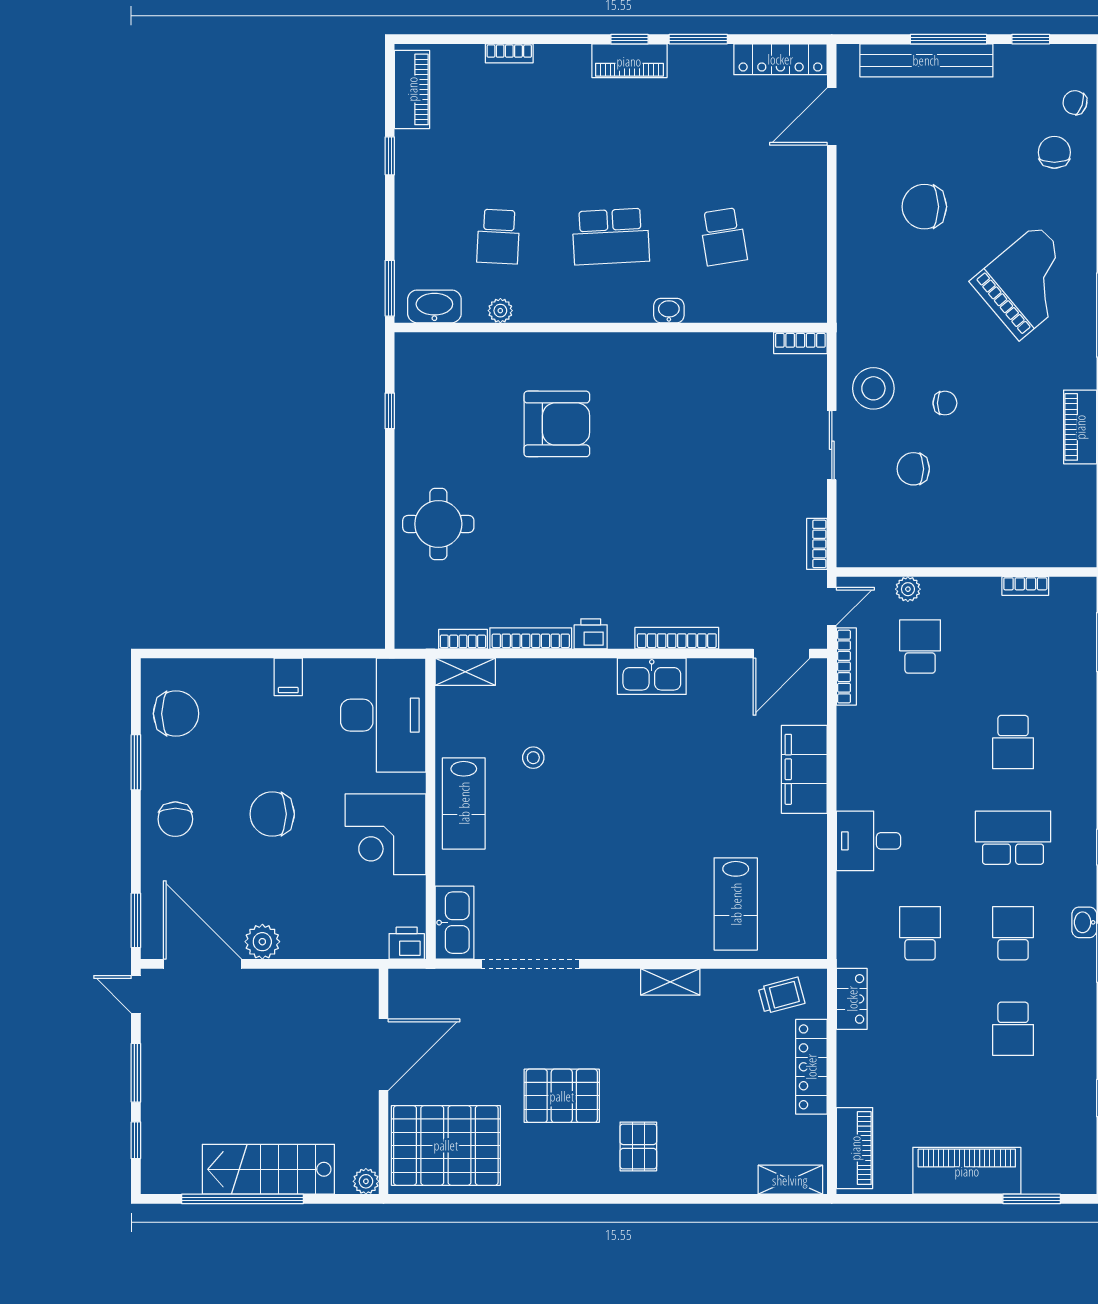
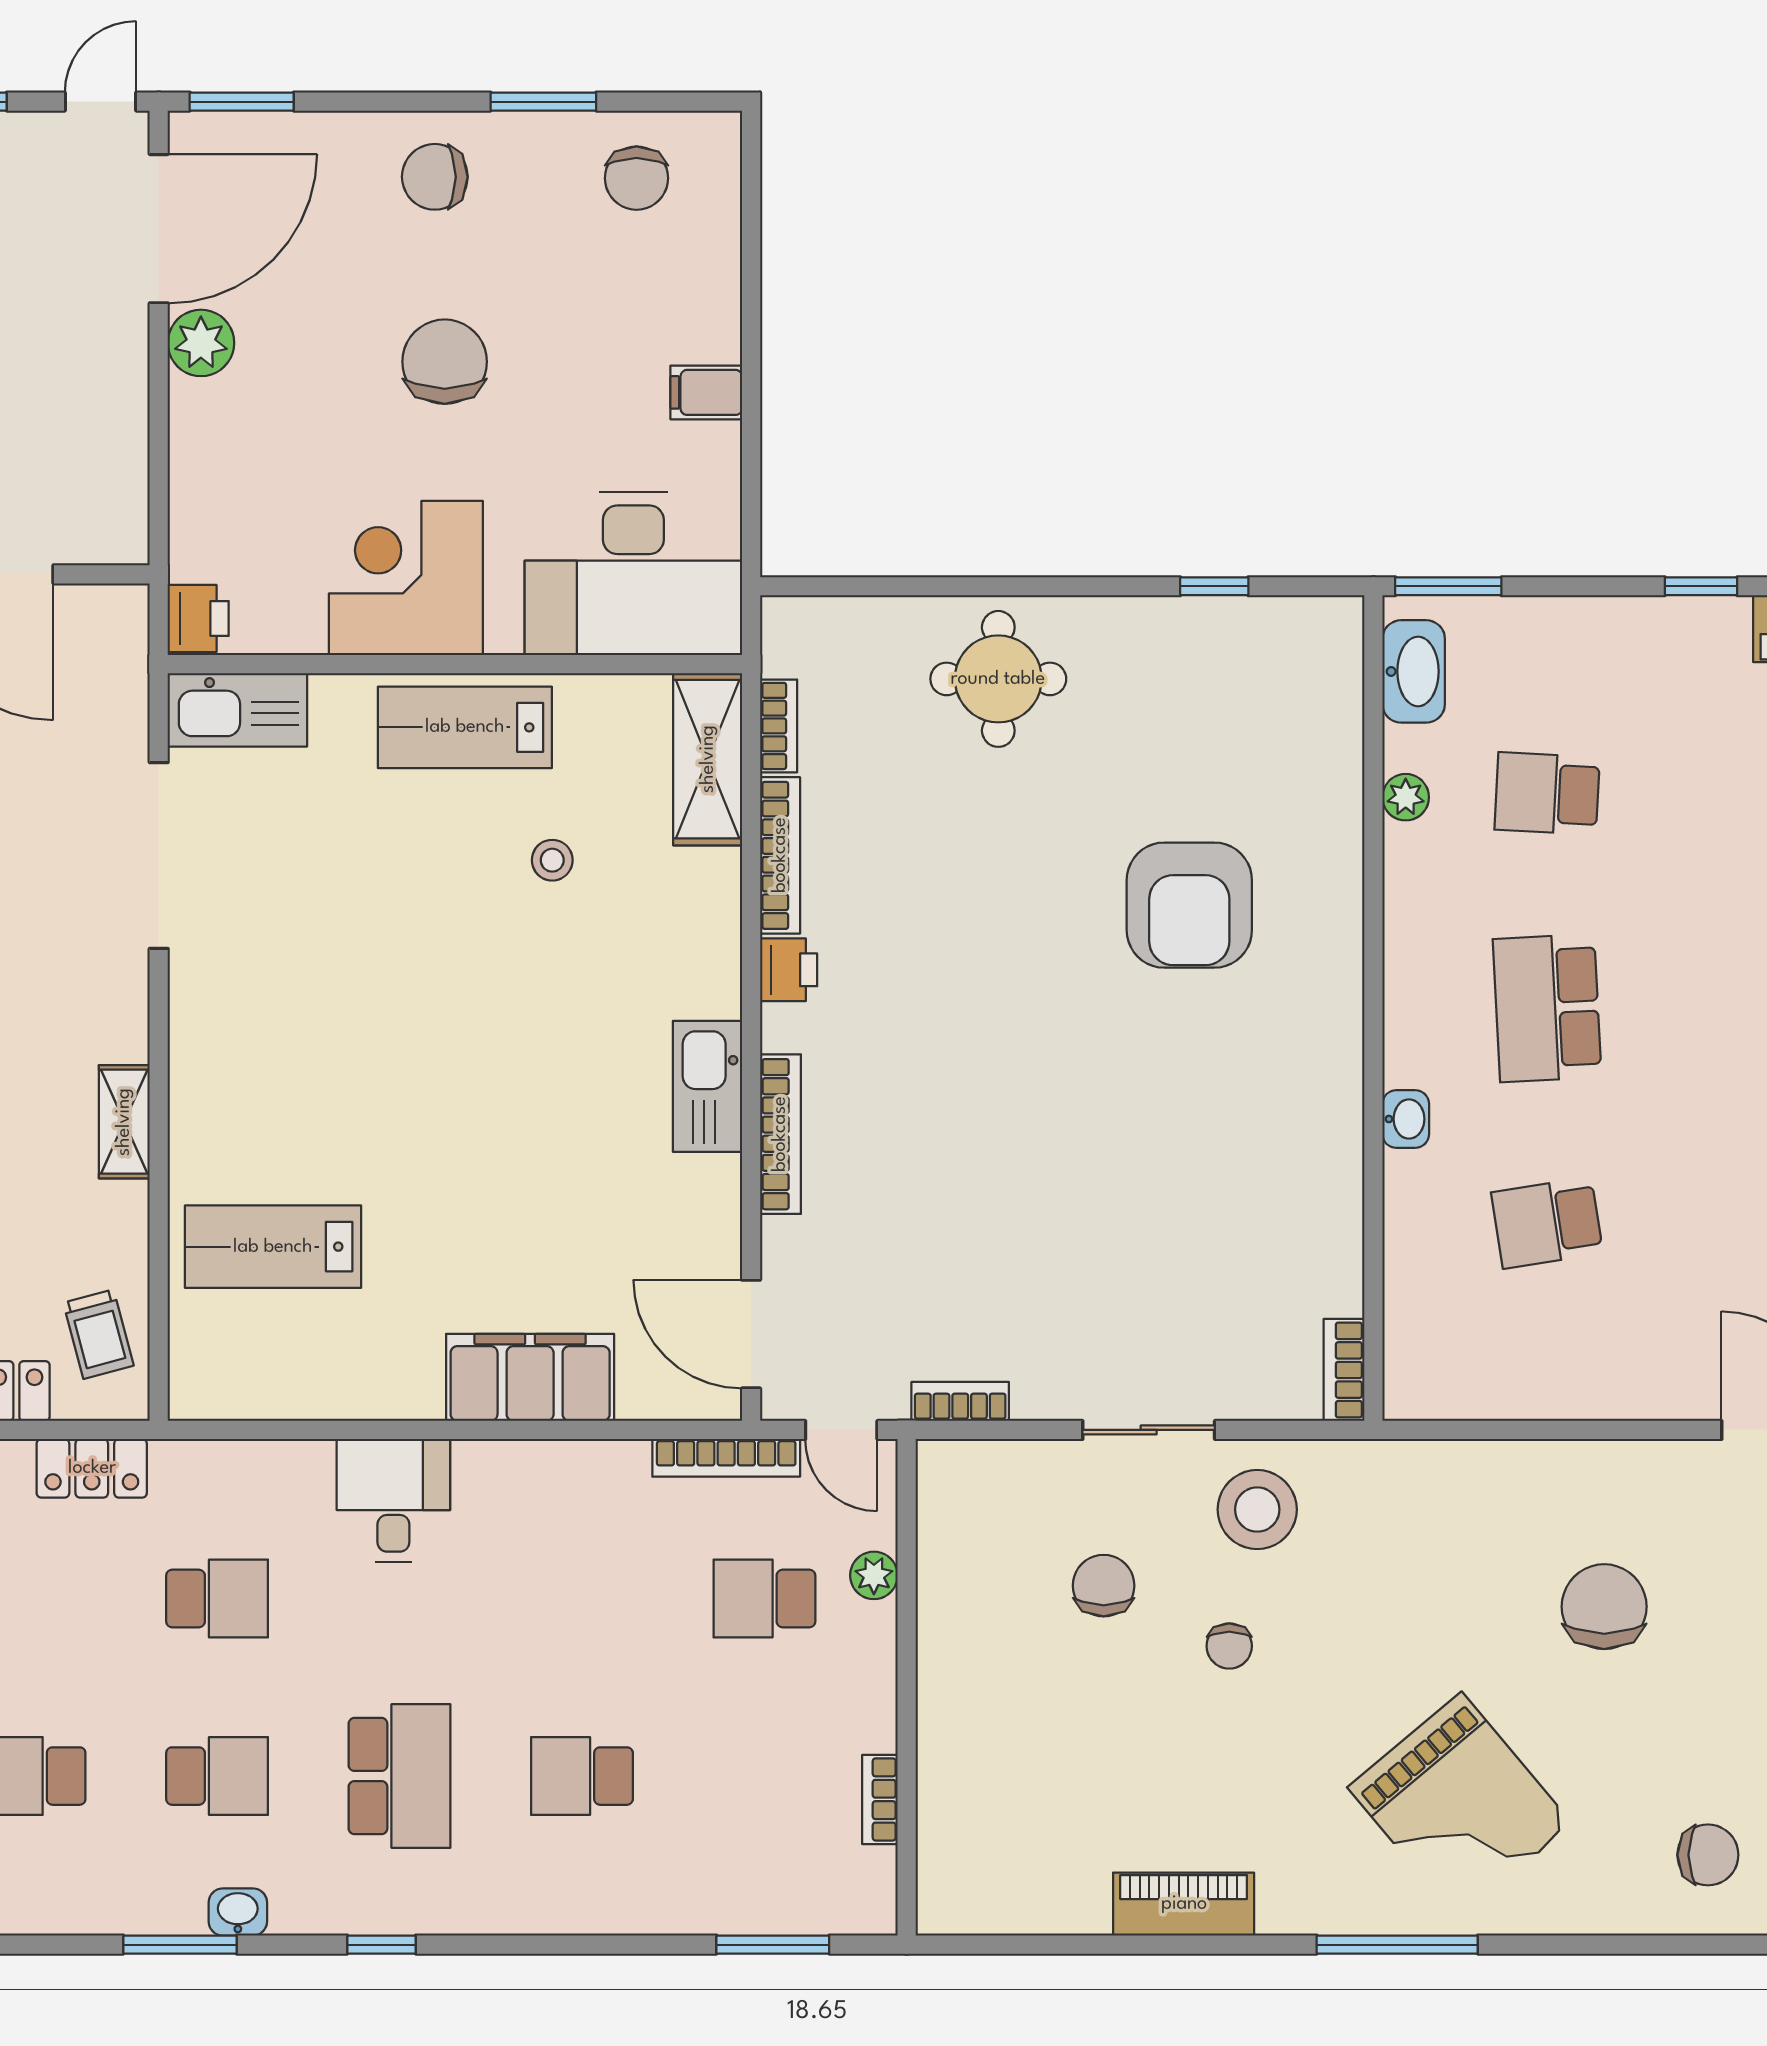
school desk: (920, 646) -> (764, 1598), turned 180
shelving: (465, 672) -> (708, 759), width x1.50, depth x1.33
chair: (176, 714) -> (636, 178), width x0.73, depth x0.73

